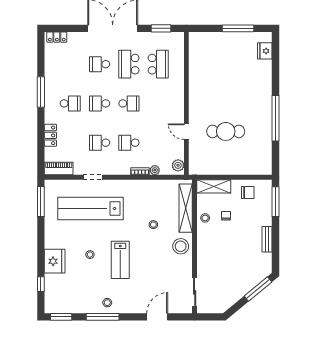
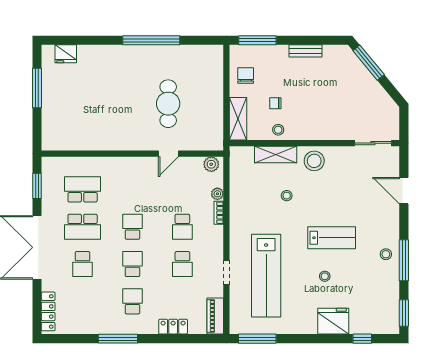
locker: (57, 37) -> (48, 311), width x1.53
school desk: (100, 103) -> (132, 264), turned 180
shelving: (186, 208) -> (276, 155), width x0.68

